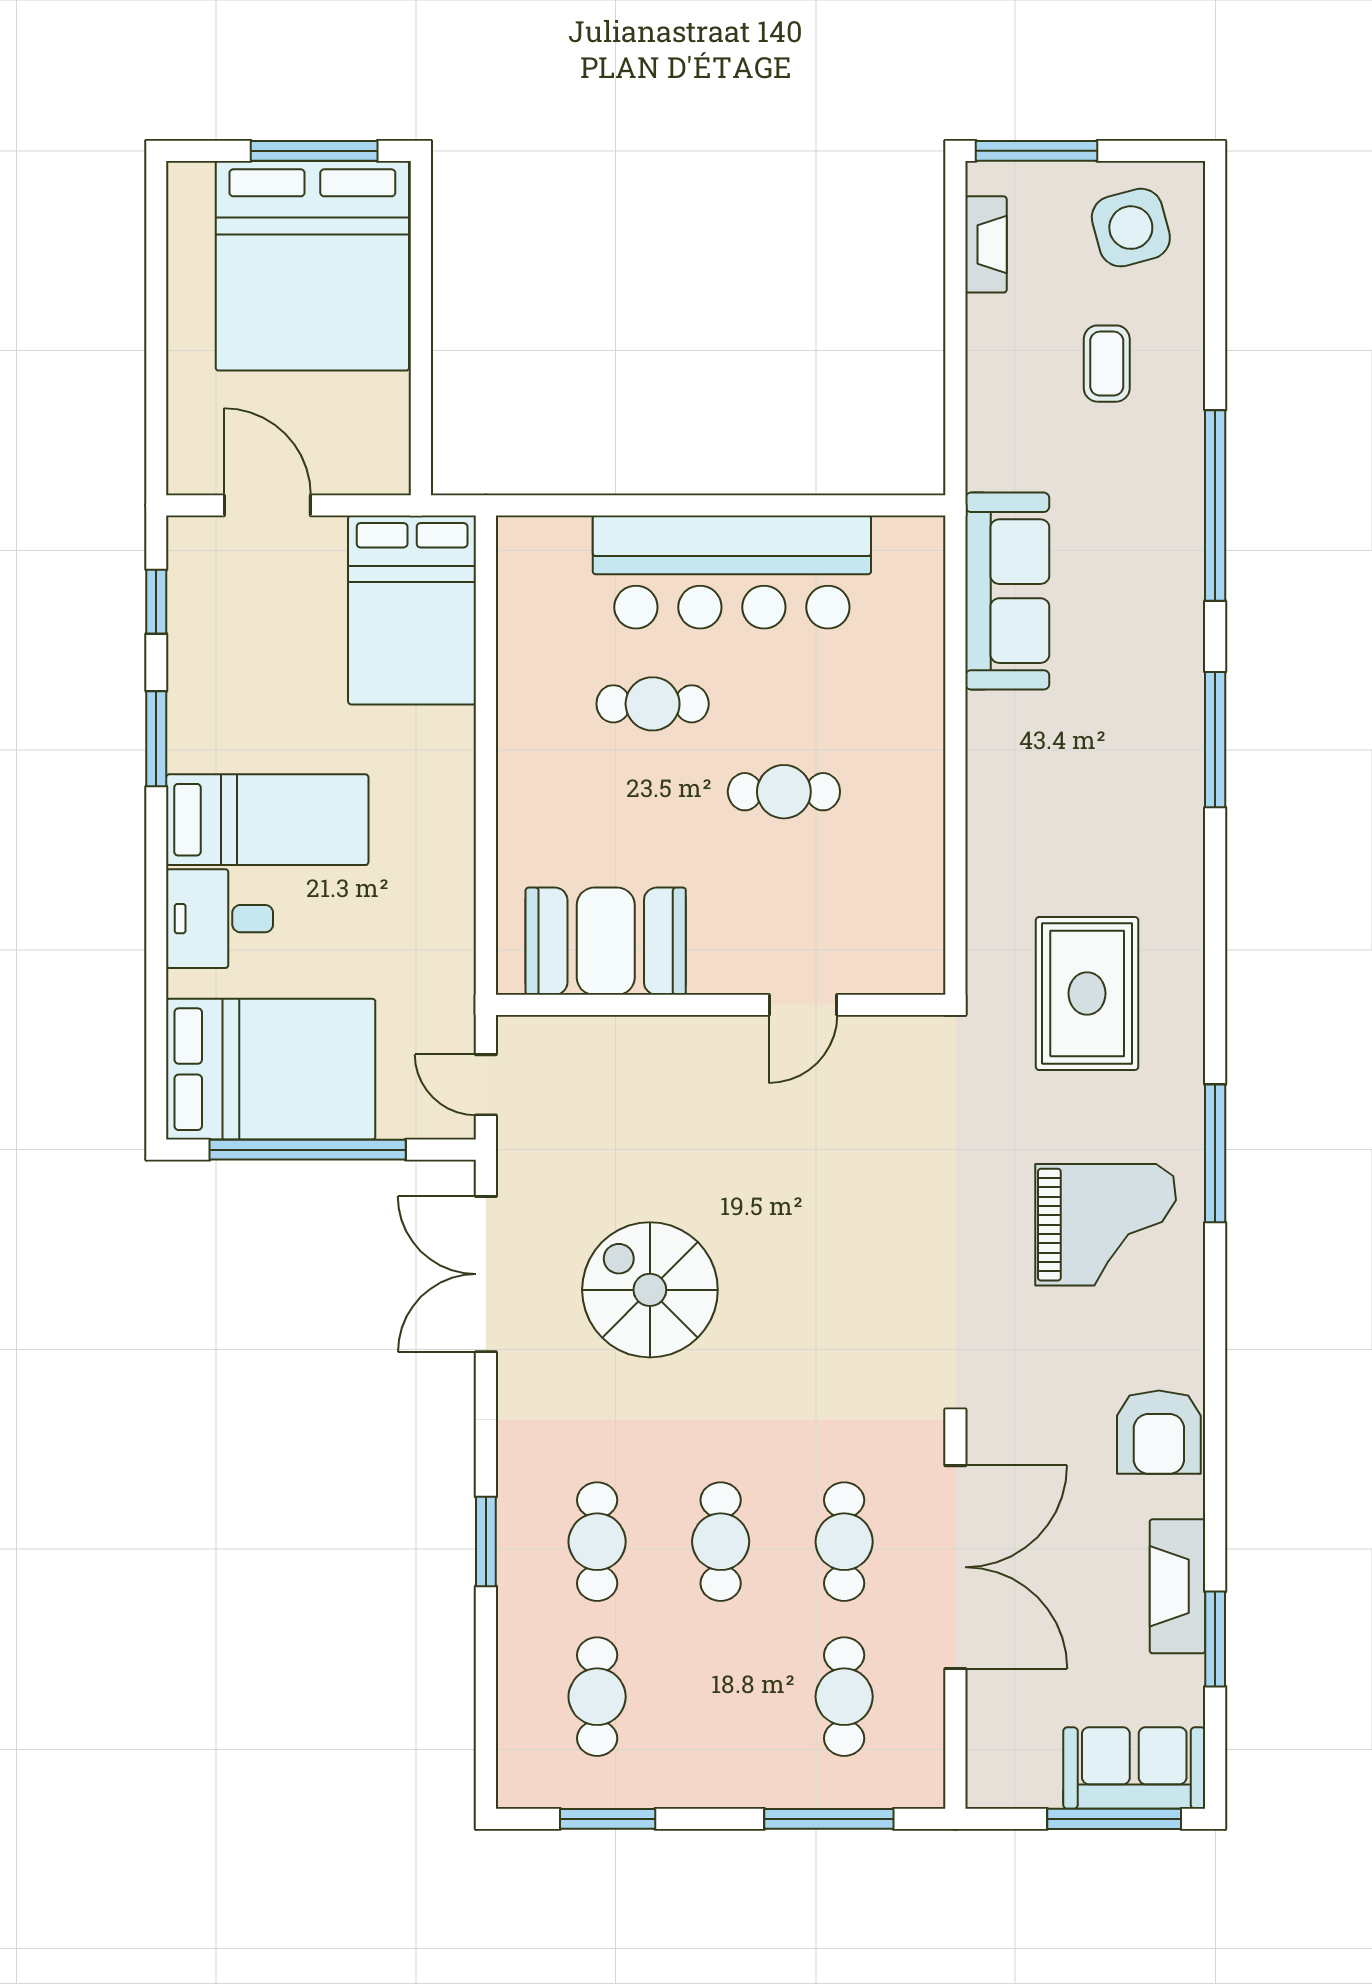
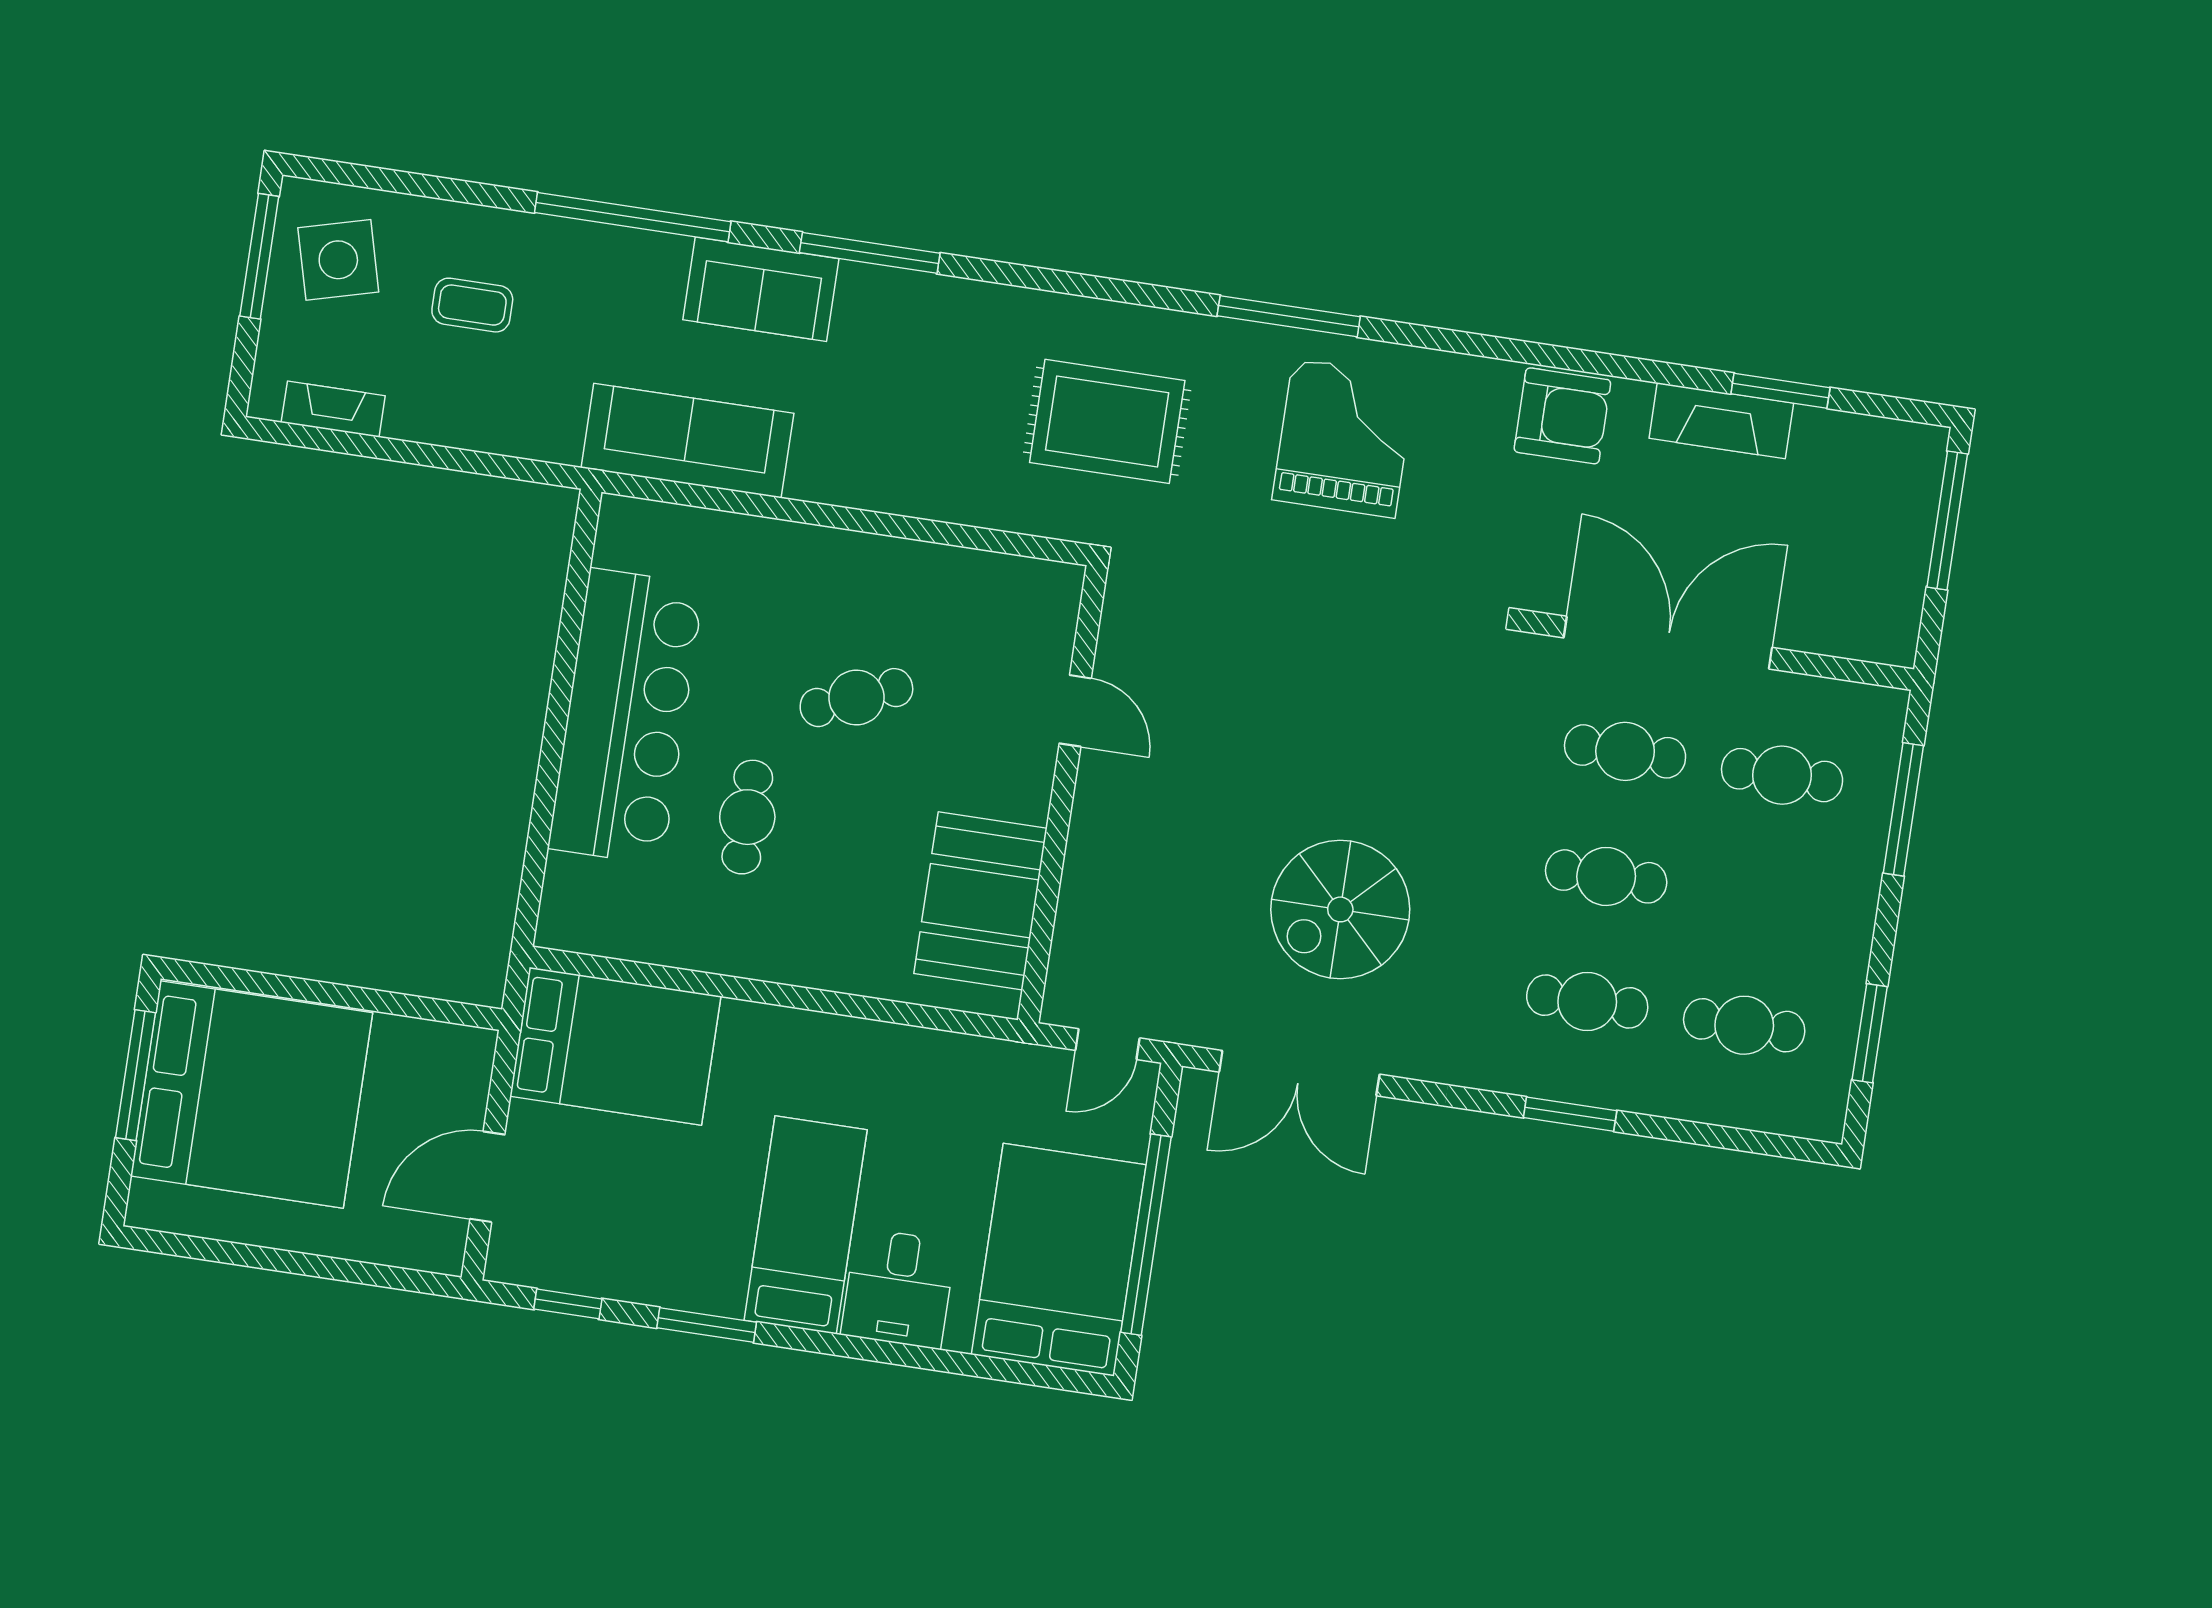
window: (1037, 151) -> (259, 256), moved
cafe table: (784, 792) -> (856, 698), turned 67
sofa: (1134, 1768) -> (761, 289), moved, turned -90

